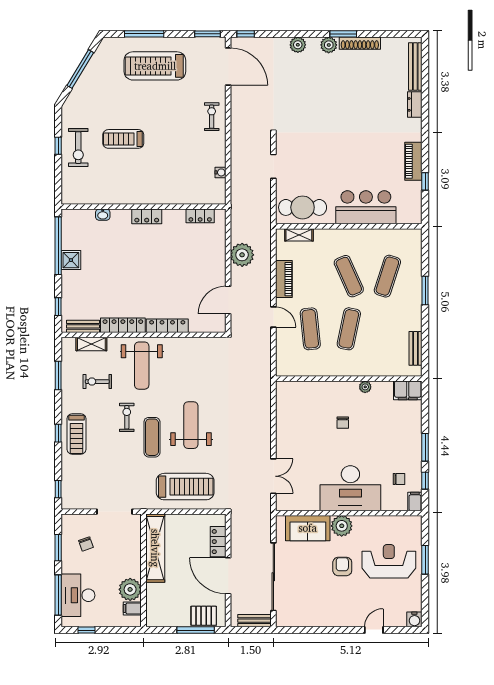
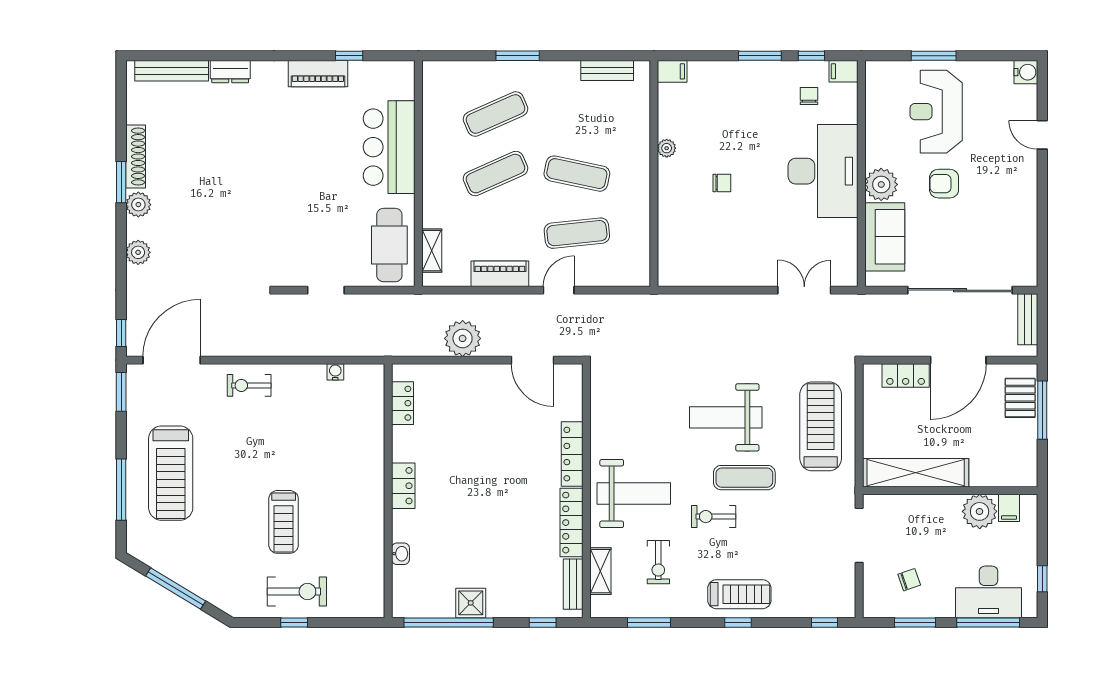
exercise mat: (387, 276) -> (495, 114), turned -42
filing cabinet: (408, 390) -> (672, 71), width x0.50

